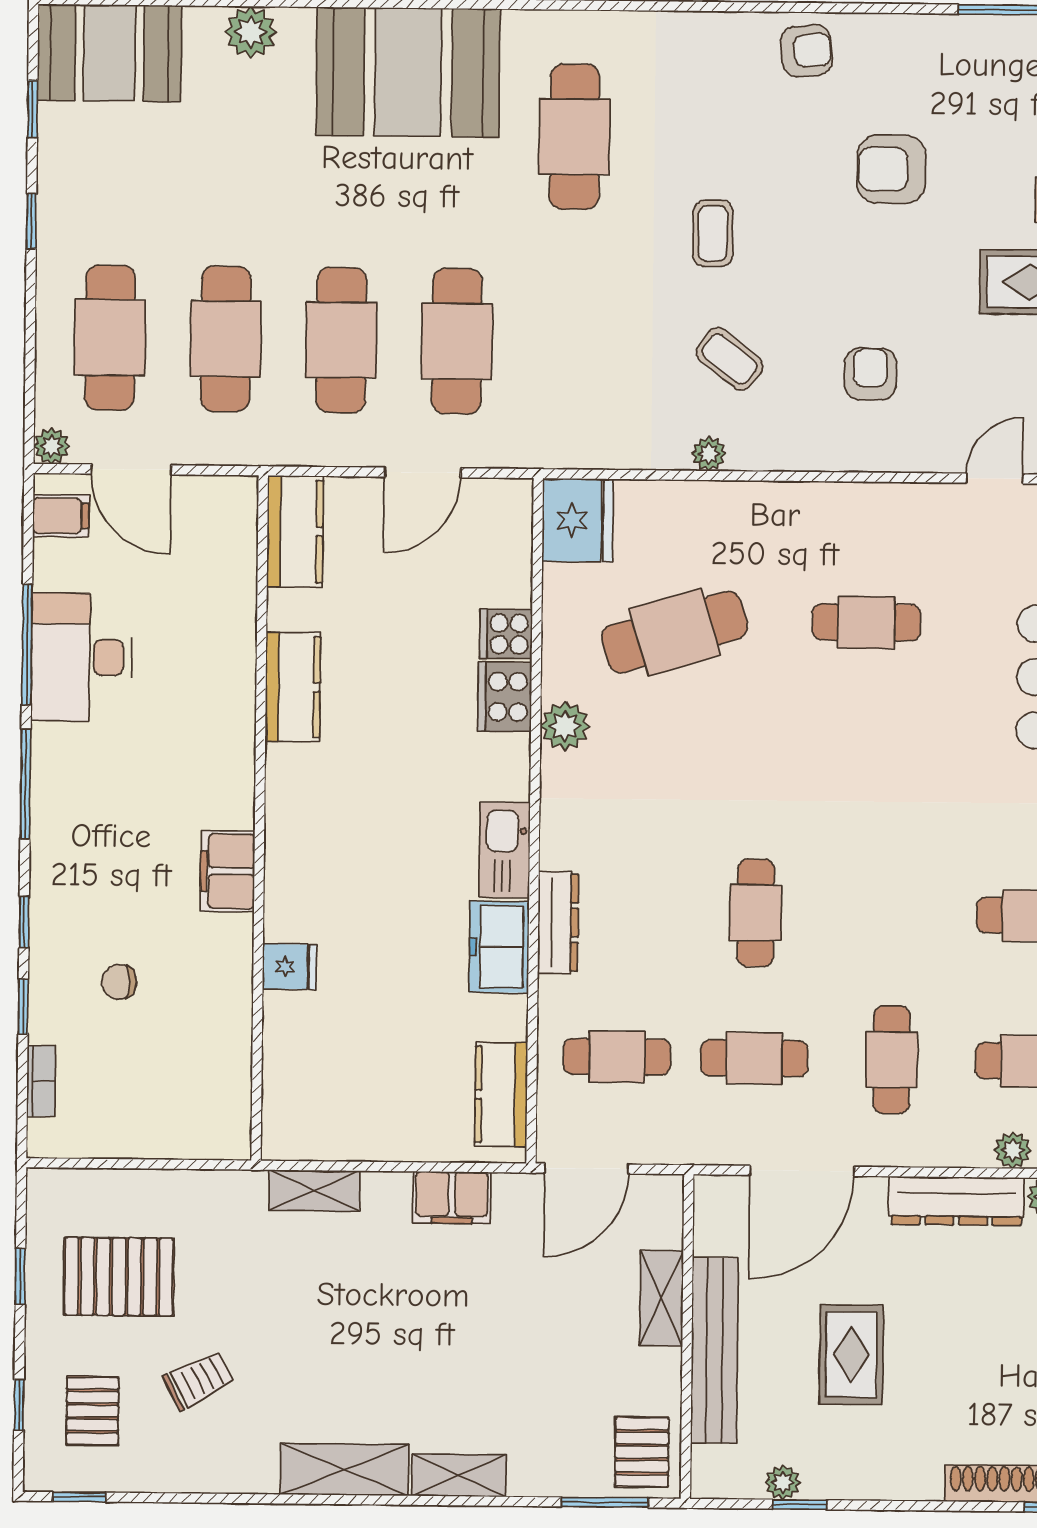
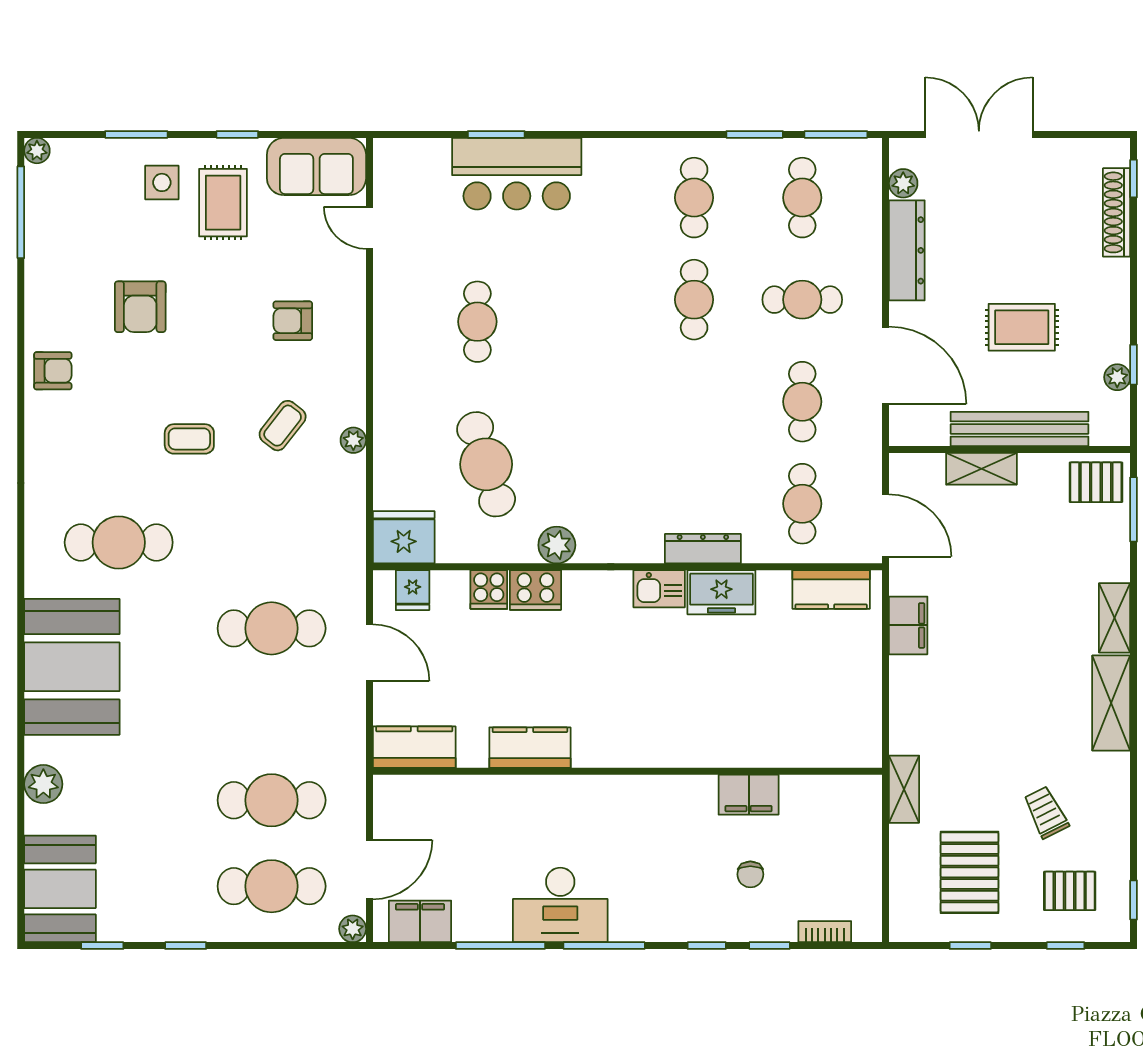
armchair: (806, 51) -> (53, 371), turned 95
cafe table: (341, 340) -> (272, 714), removed
filing cabinet: (61, 516) -> (420, 921), width x2.00
desk: (81, 657) -> (560, 905), moved
kitchen sink: (505, 850) -> (659, 589), width x0.73
filing cabinet: (228, 871) -> (749, 795), moved
cafe table: (756, 913) -> (694, 300), moved, turned 90
fridge: (289, 967) -> (413, 590), moved, turned 180
plant: (1013, 1150) -> (869, 209), removed
shelving: (314, 1191) -> (904, 789), moved

